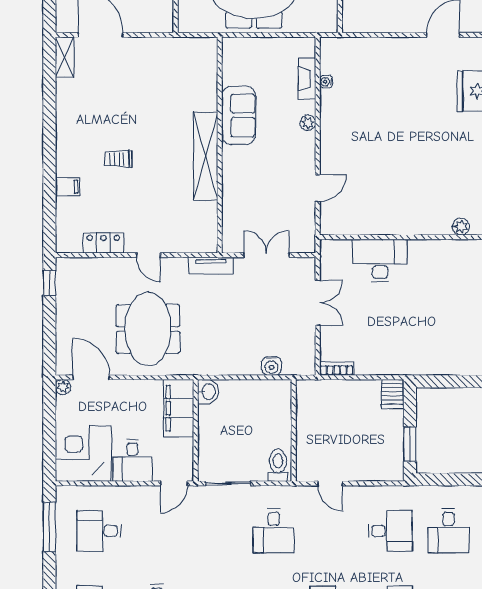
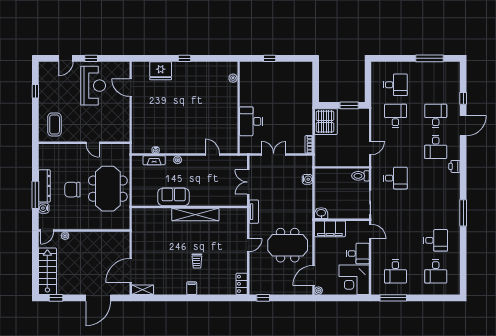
filing cabinet: (68, 187) -> (192, 288), moved
locker: (103, 243) -> (242, 284), moved
server rack: (393, 394) -> (326, 122), width x2.18, depth x1.44

